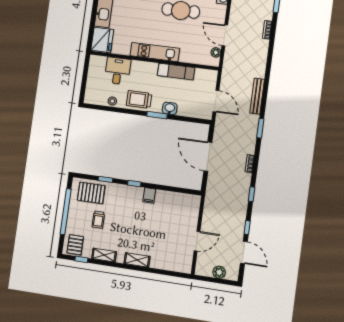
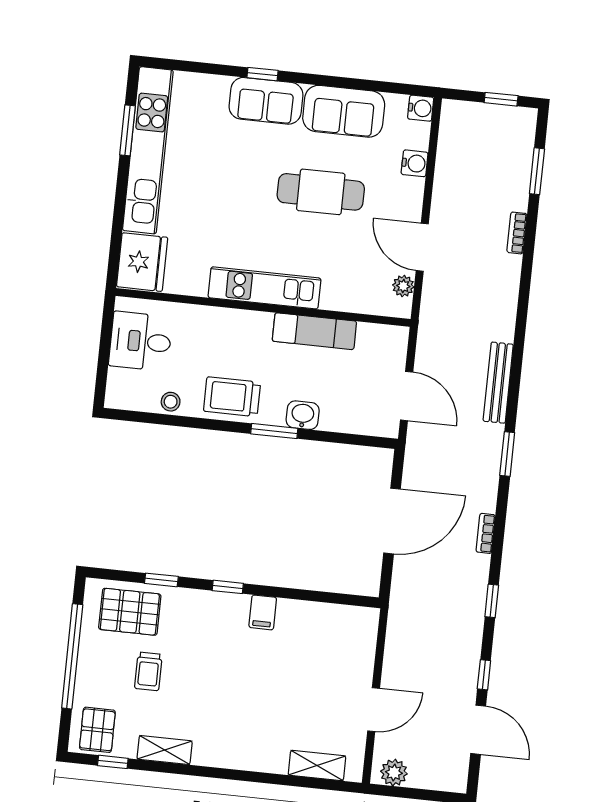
desk: (118, 71) -> (140, 341), moved, turned -90
door: (208, 157) -> (392, 521), swing flipped
shelving: (137, 260) -> (317, 766), moved
plant: (219, 272) -> (394, 773), moved

